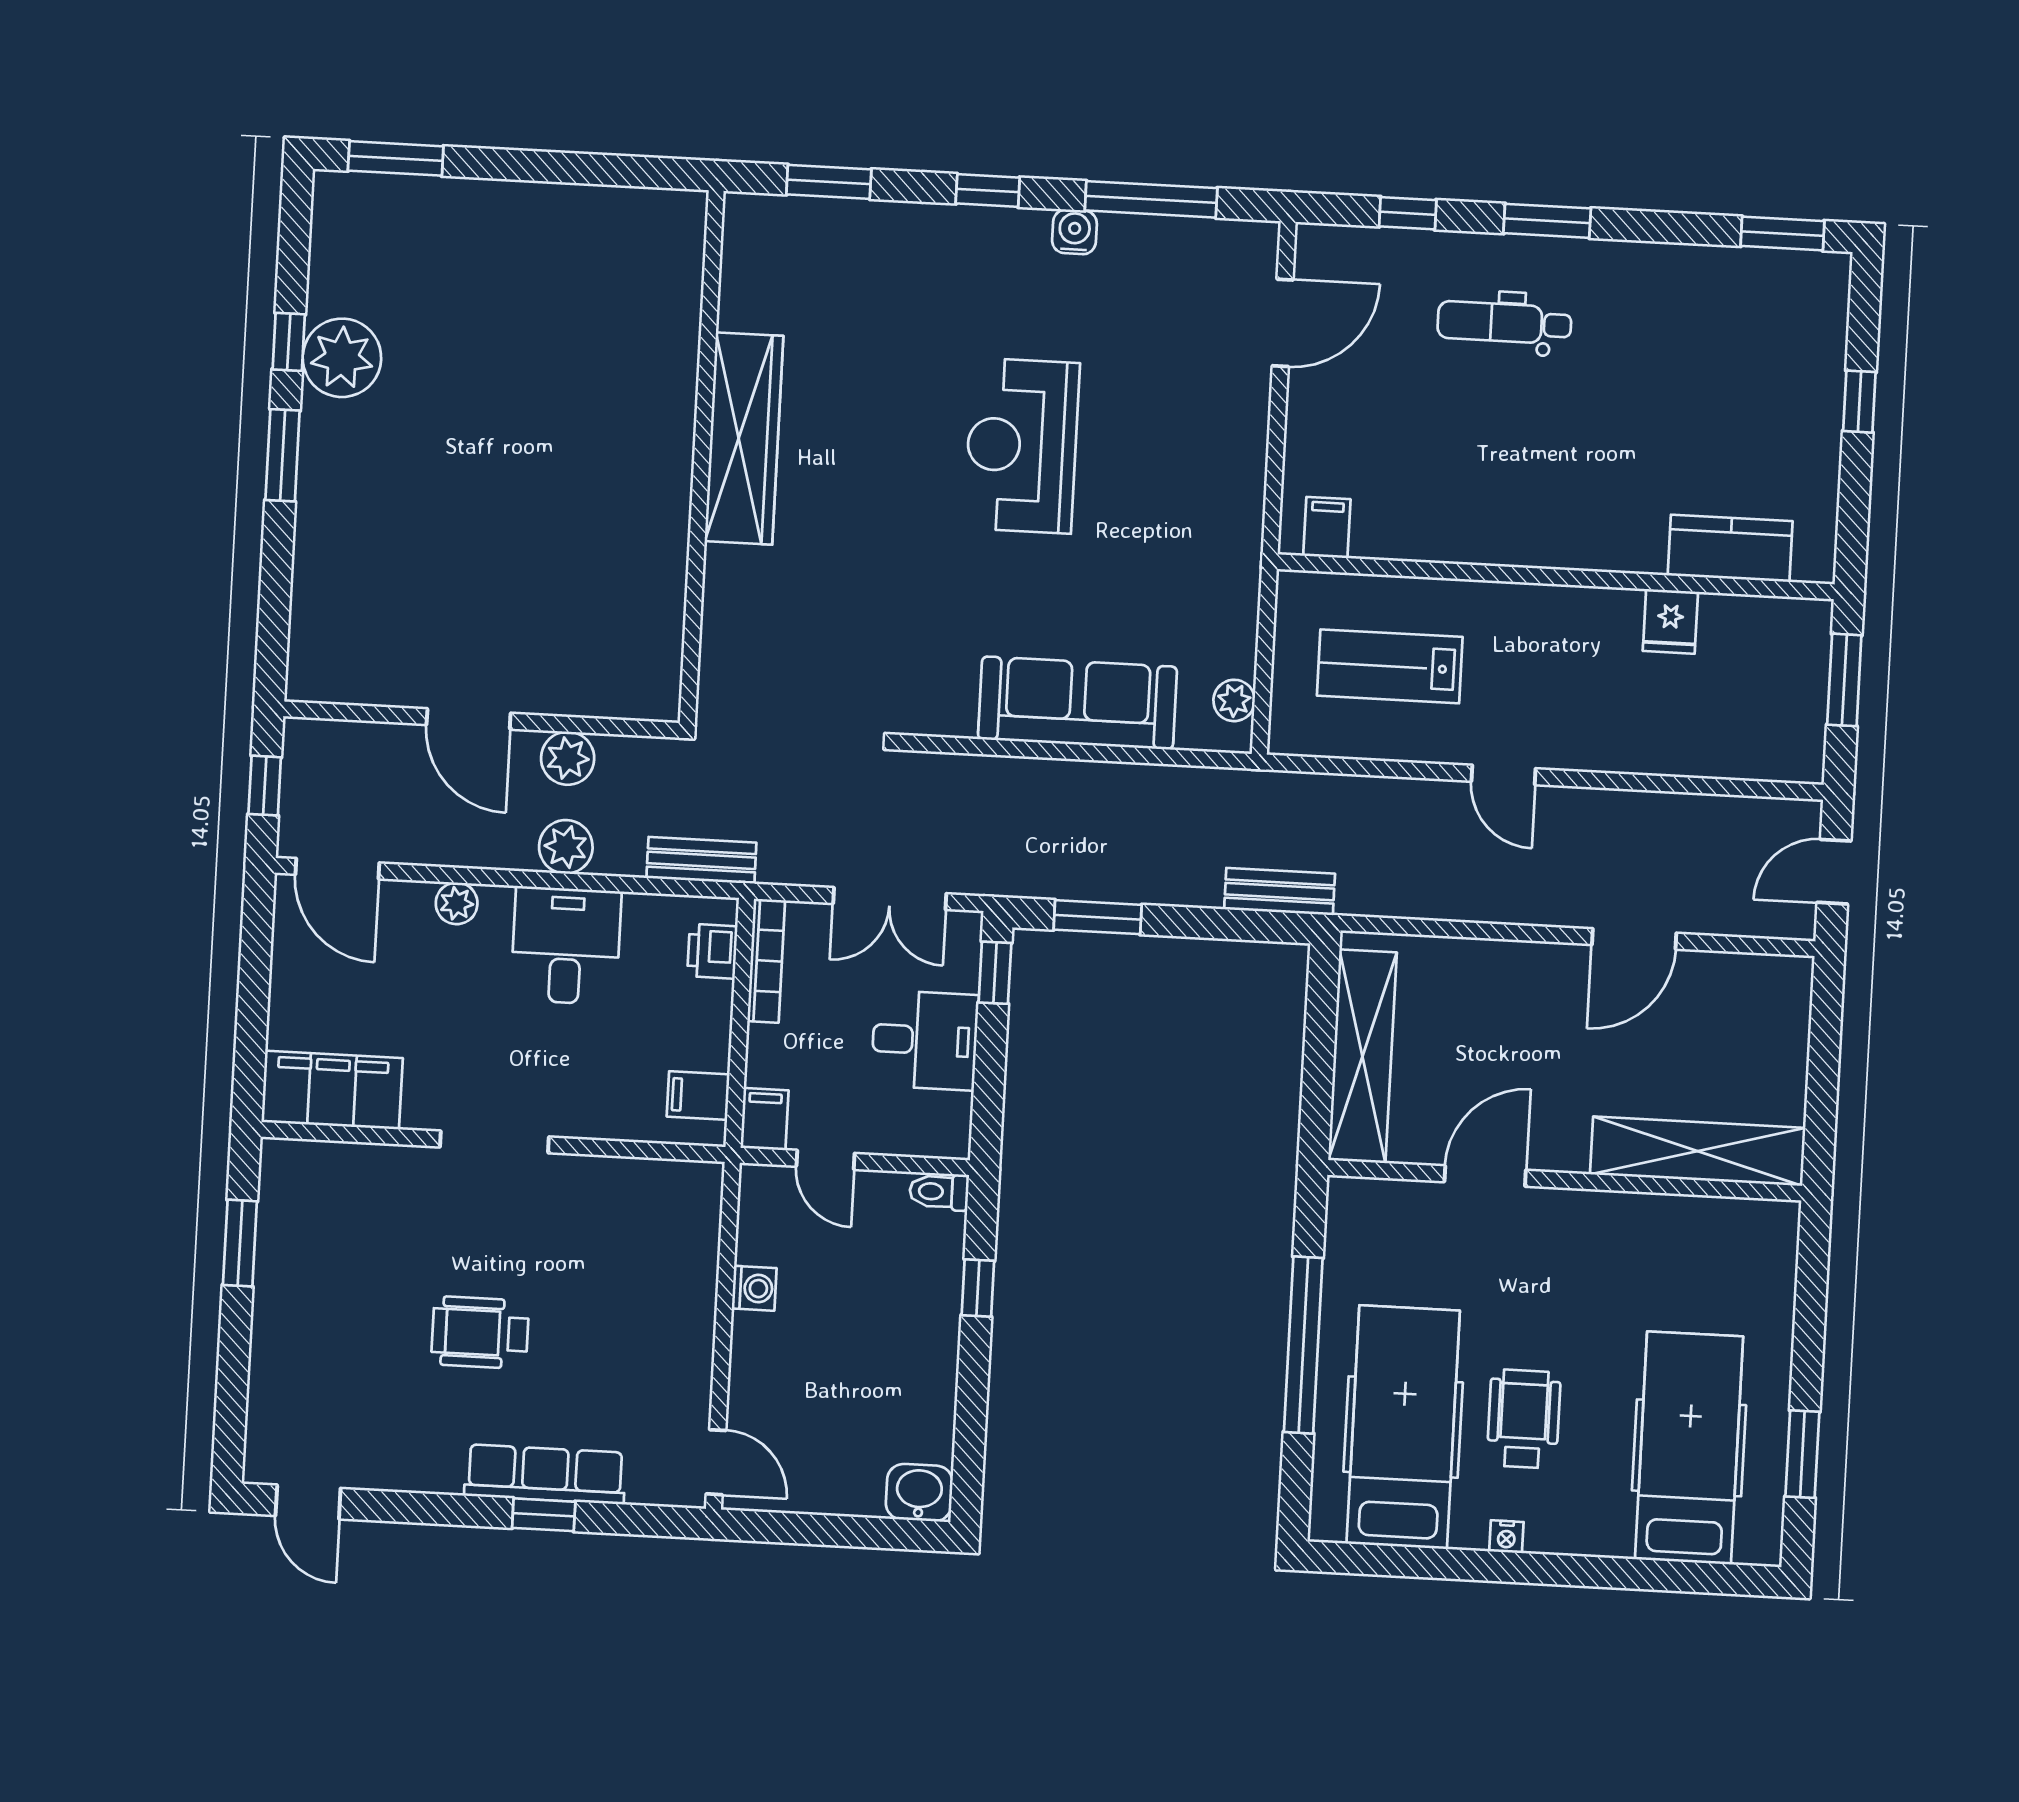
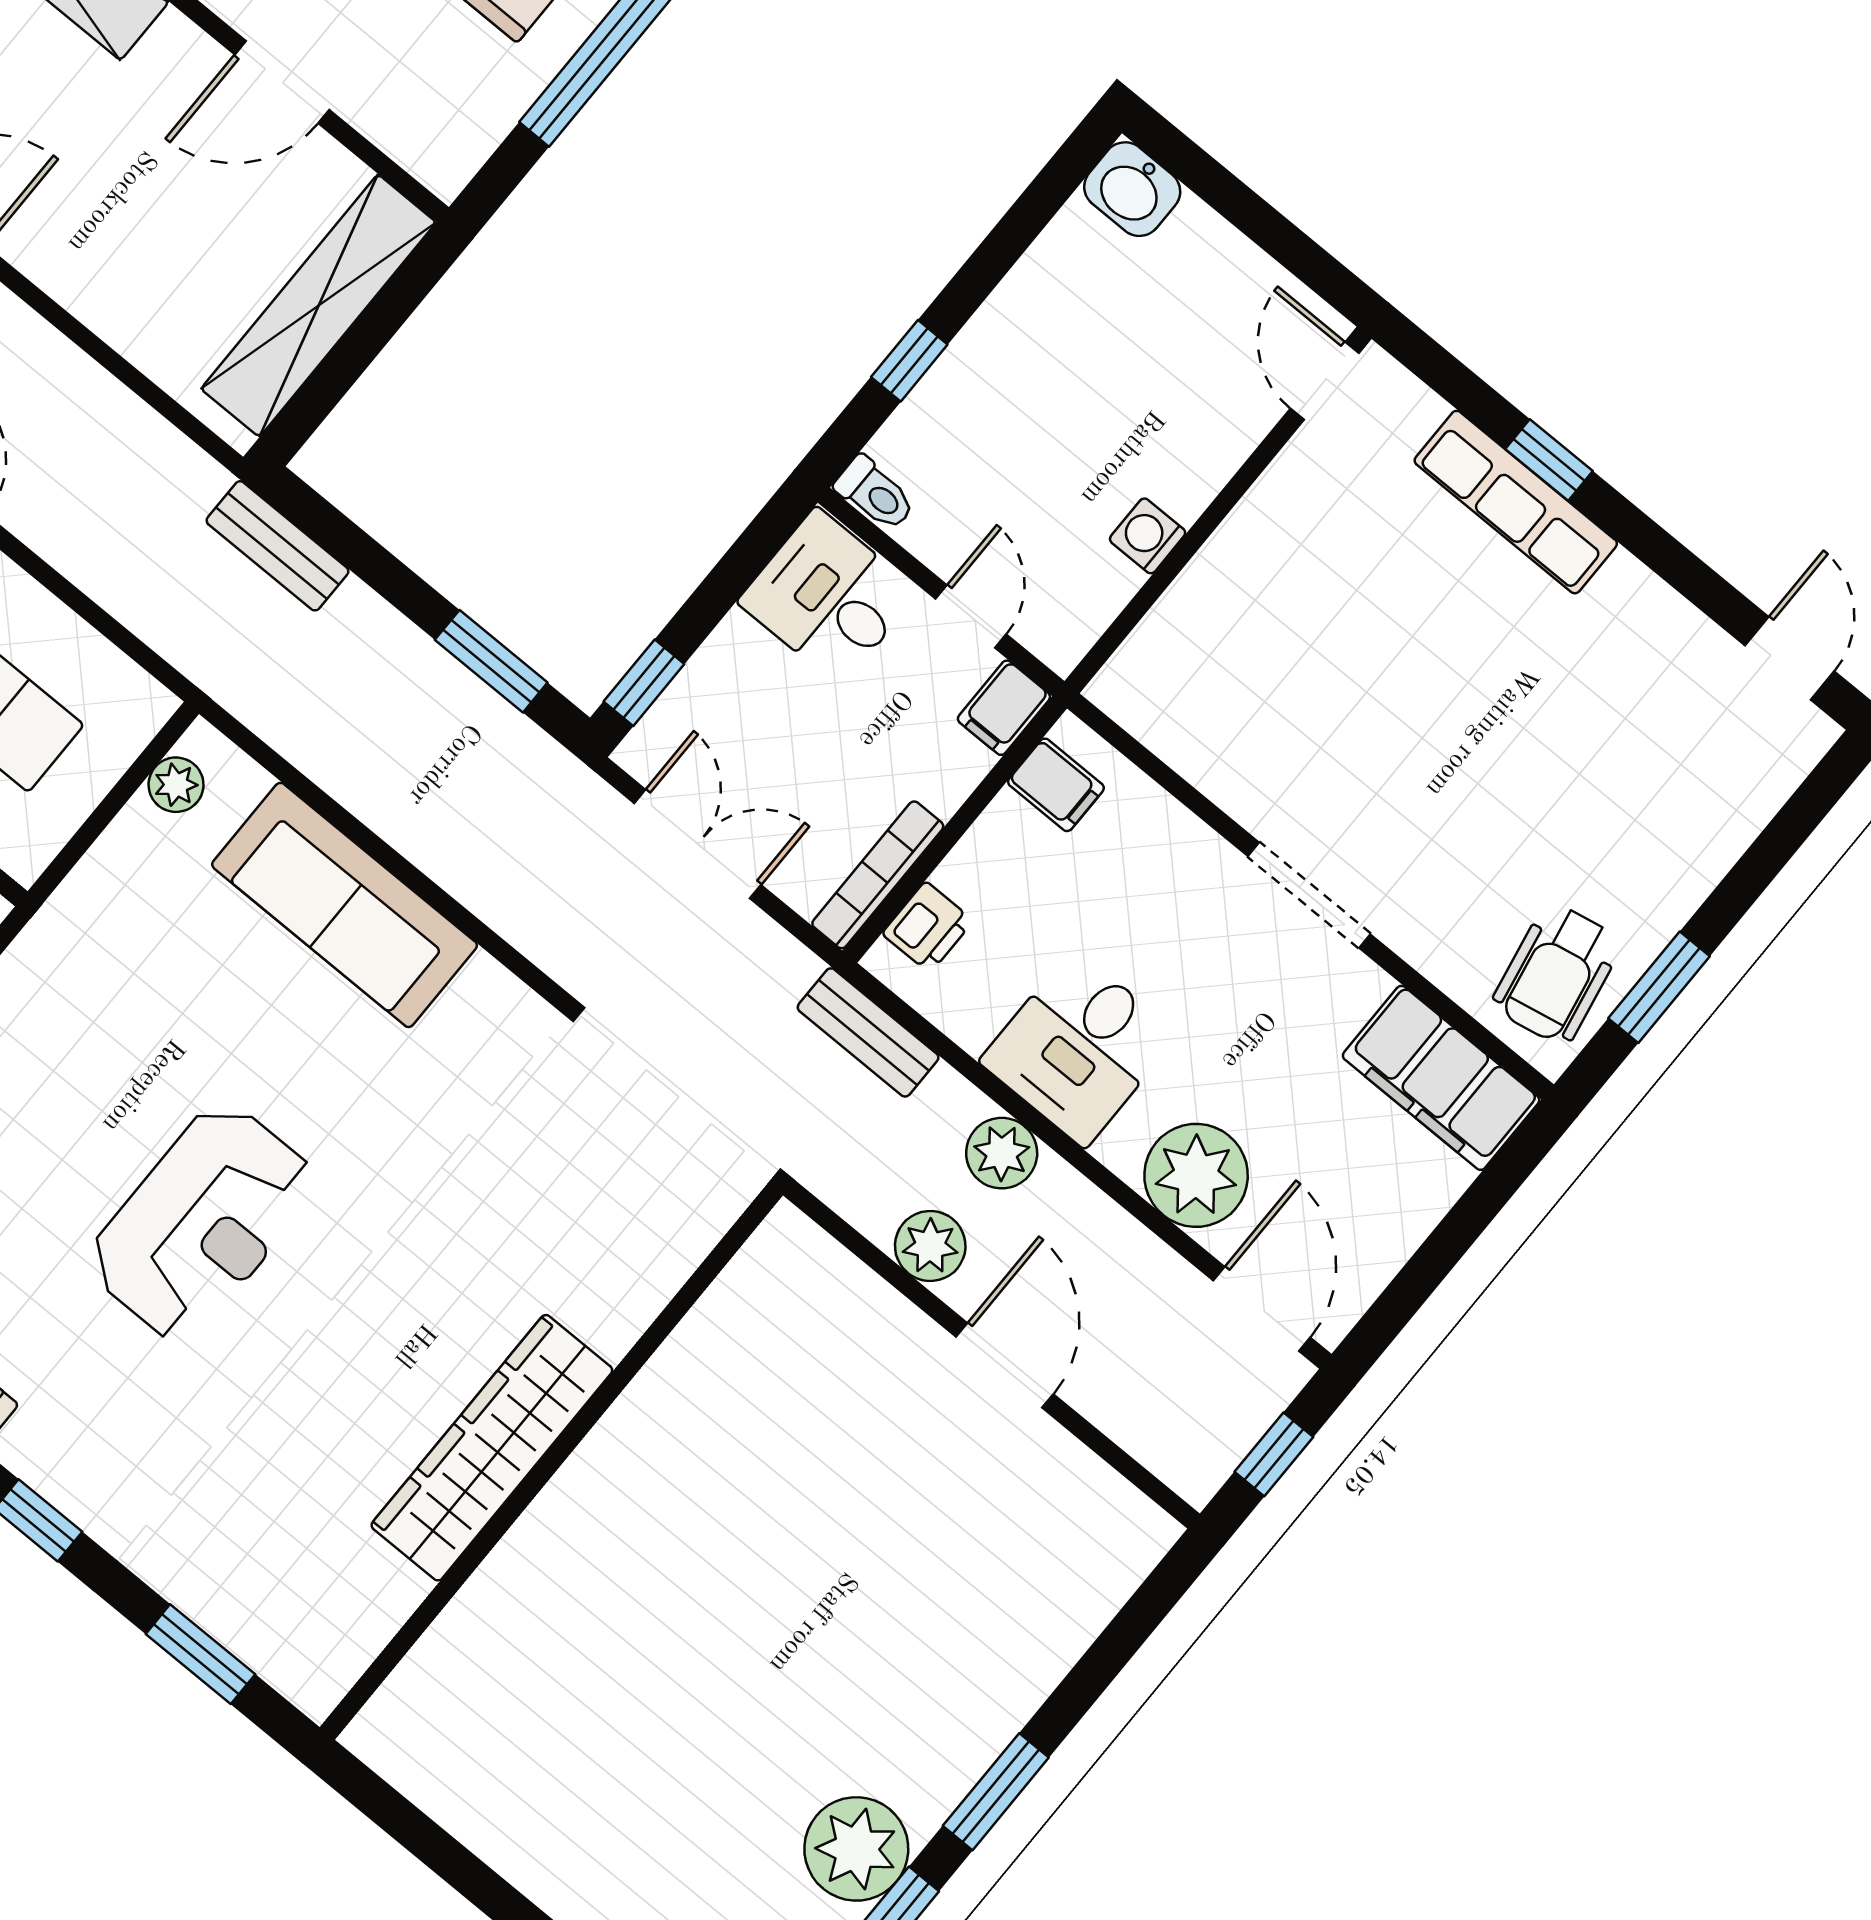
plant: (457, 903) -> (1196, 1175), width x1.88, depth x1.88
desk: (925, 1040) -> (828, 597), moved
wheelchair: (480, 1333) -> (1557, 974), moved, turned 79

